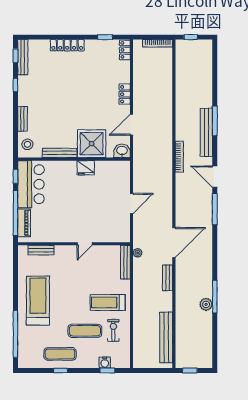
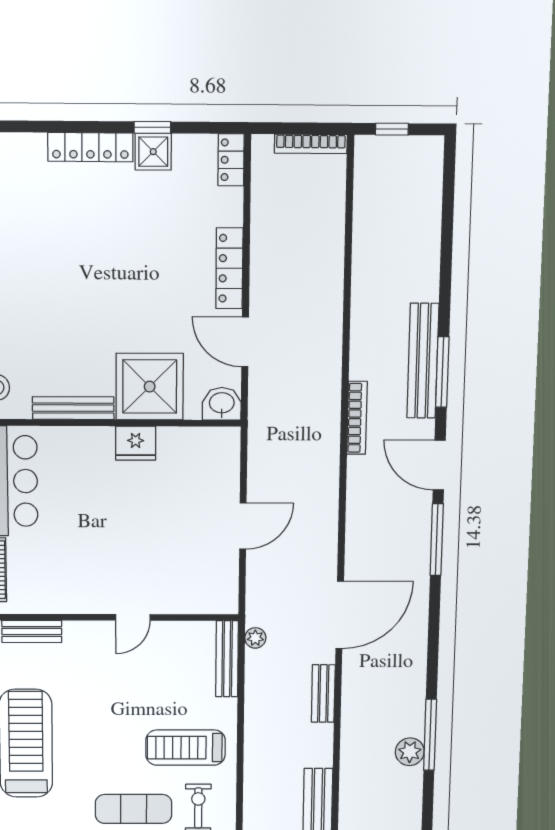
window: (105, 37) -> (152, 127), moved
shower: (93, 47) -> (153, 152), added
locker: (125, 94) -> (229, 268), width x1.53
window: (215, 121) -> (442, 372), moved
door: (132, 125) -> (245, 342), hinge flipped

